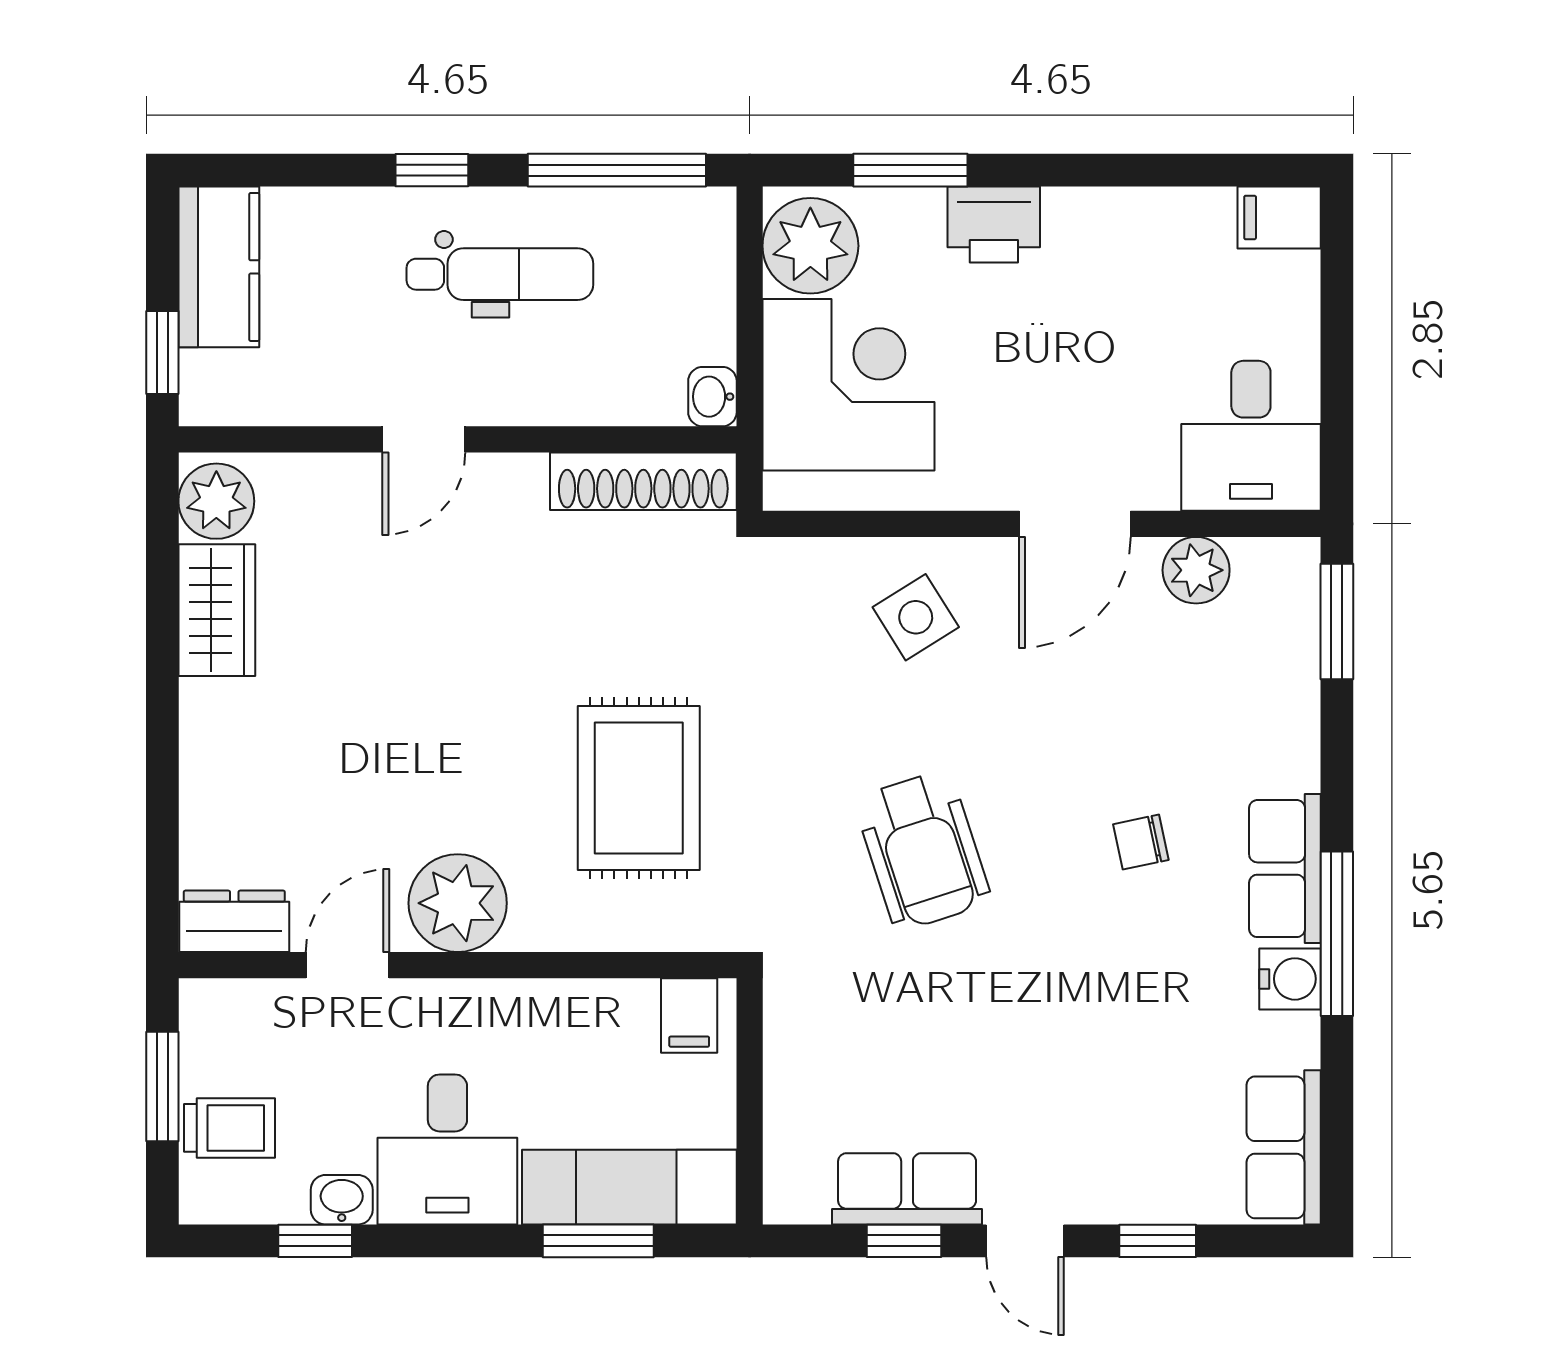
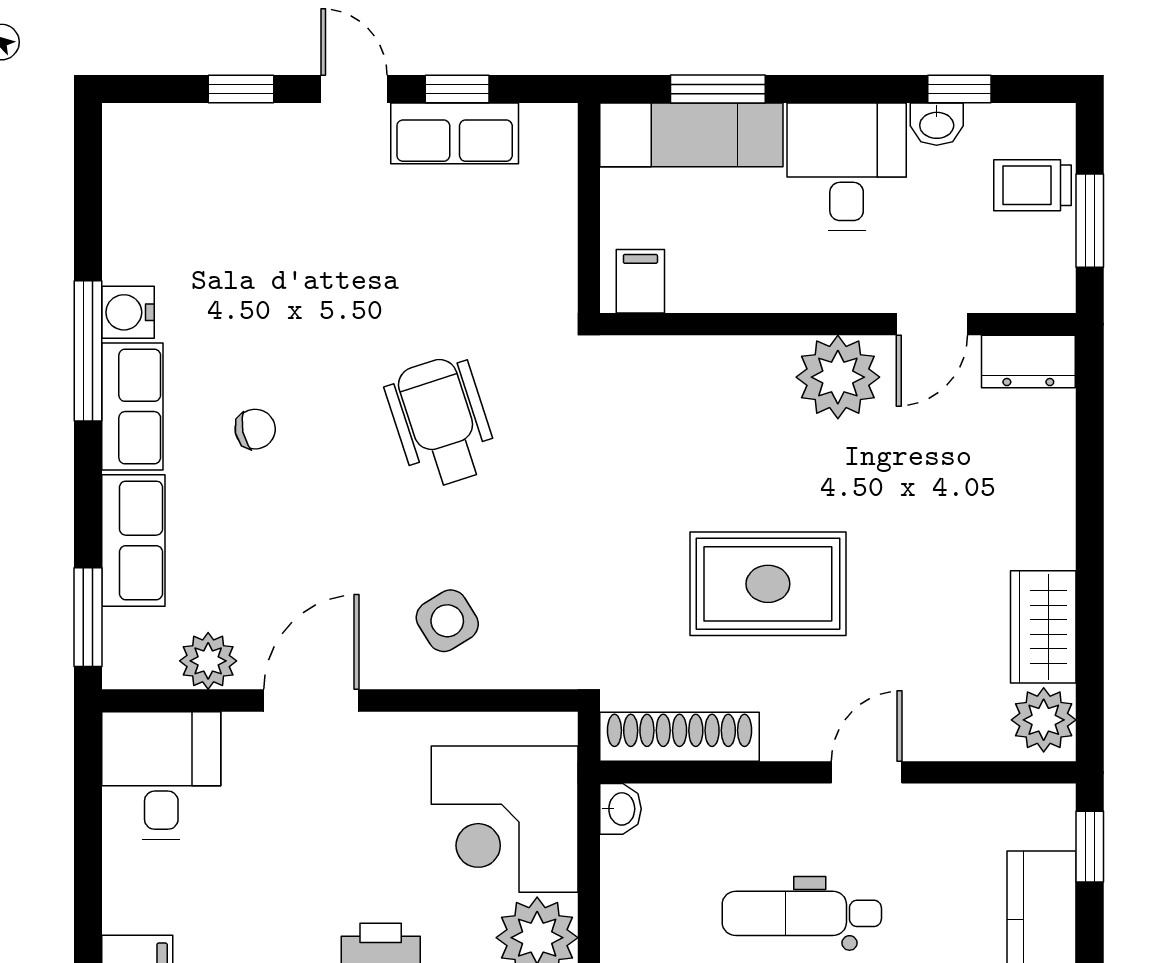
rug: (639, 788) -> (768, 584), moved, turned 90
row of seats: (1284, 1147) -> (133, 540), moved

